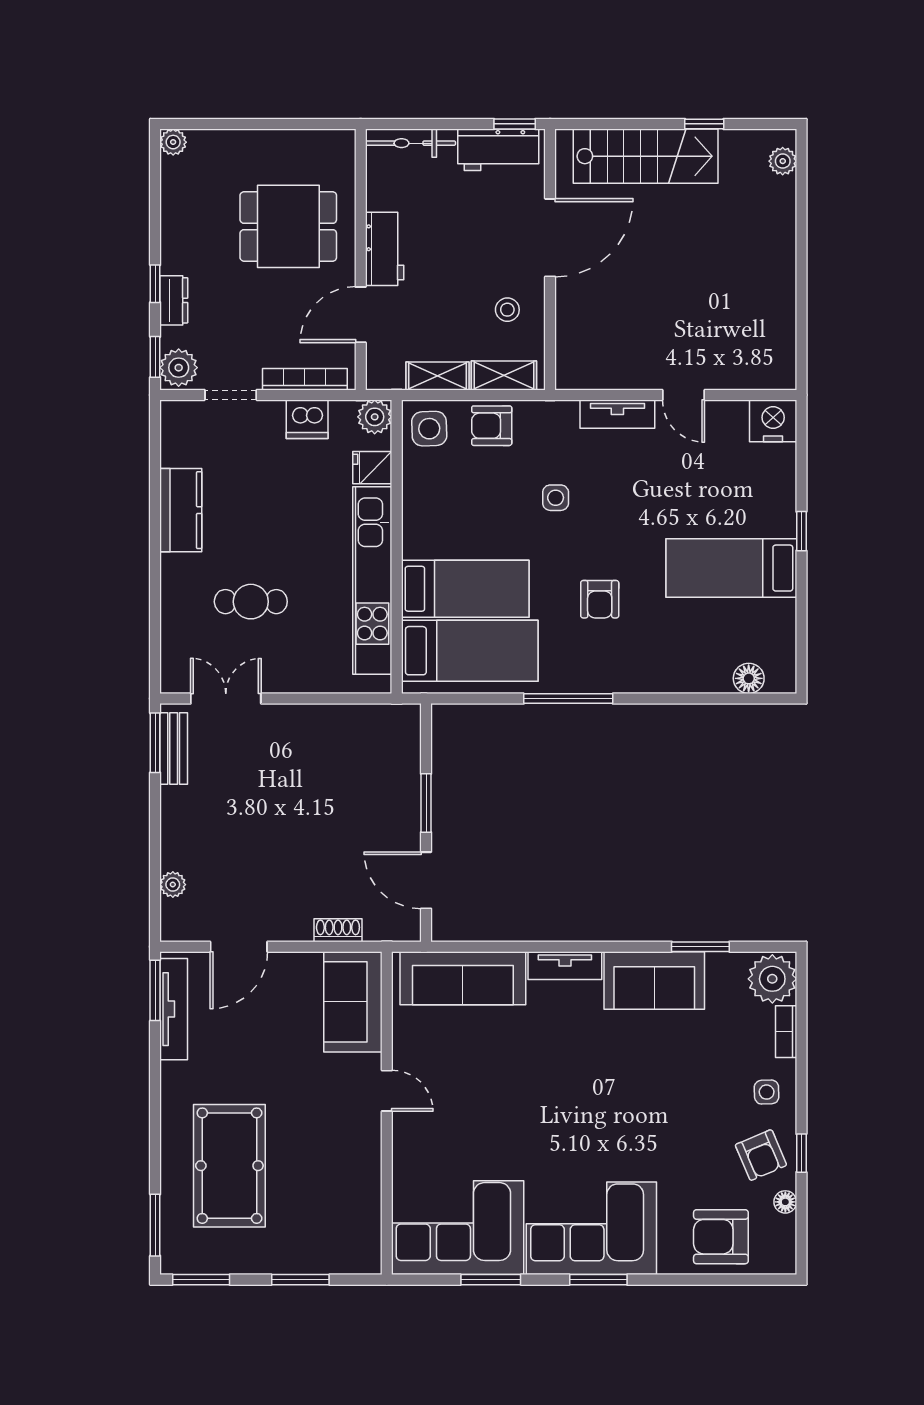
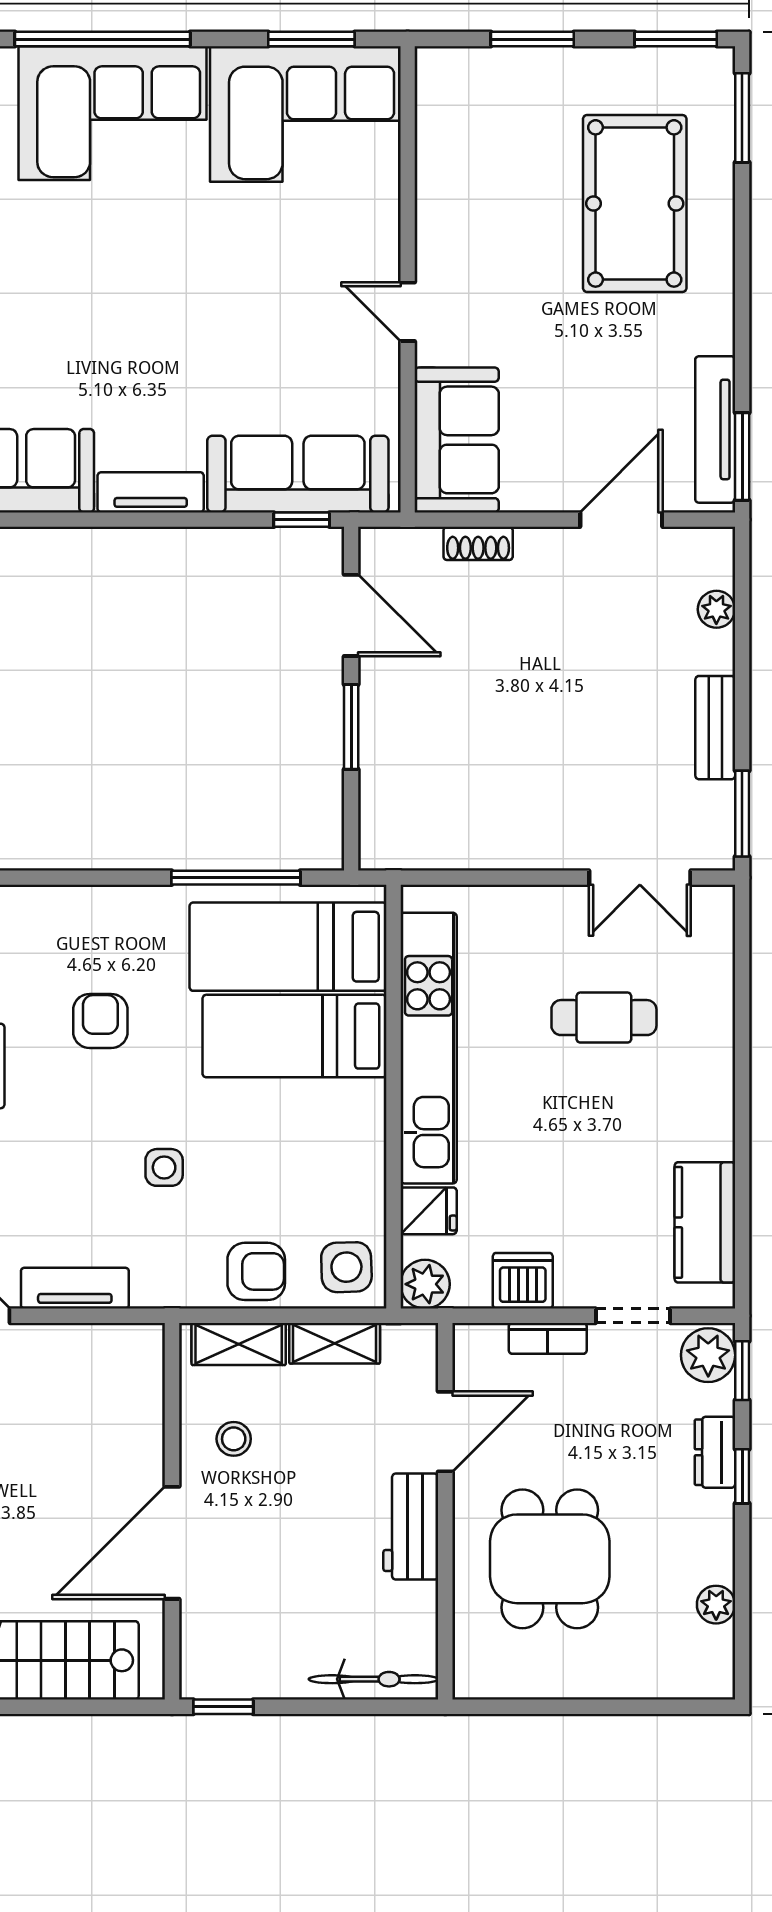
plant: (173, 142) -> (716, 1605), moved
workbench: (498, 150) -> (247, 1670), removed
dining table: (288, 226) -> (550, 1559), turned 90
bookcase: (305, 379) -> (548, 1338), width x0.64
kitchen counter: (181, 510) -> (705, 1222), moved
window: (568, 699) -> (236, 878), moved
bench: (174, 748) -> (715, 728), moved
window: (460, 947) -> (302, 520), added
window: (491, 1280) -> (311, 39), moved
window: (598, 1280) -> (102, 39), width x2.11

